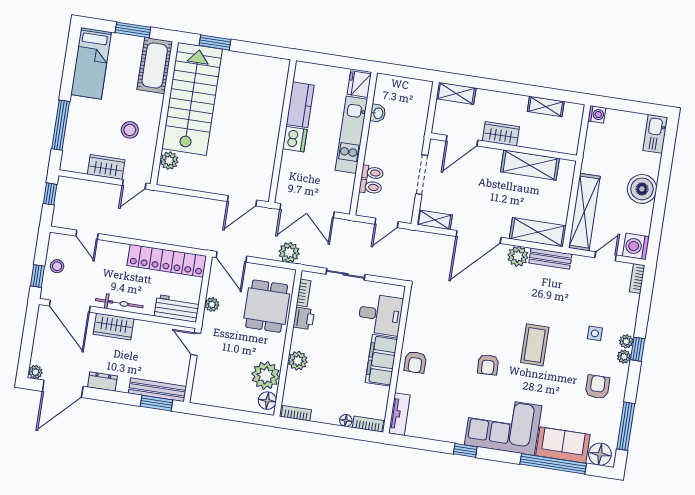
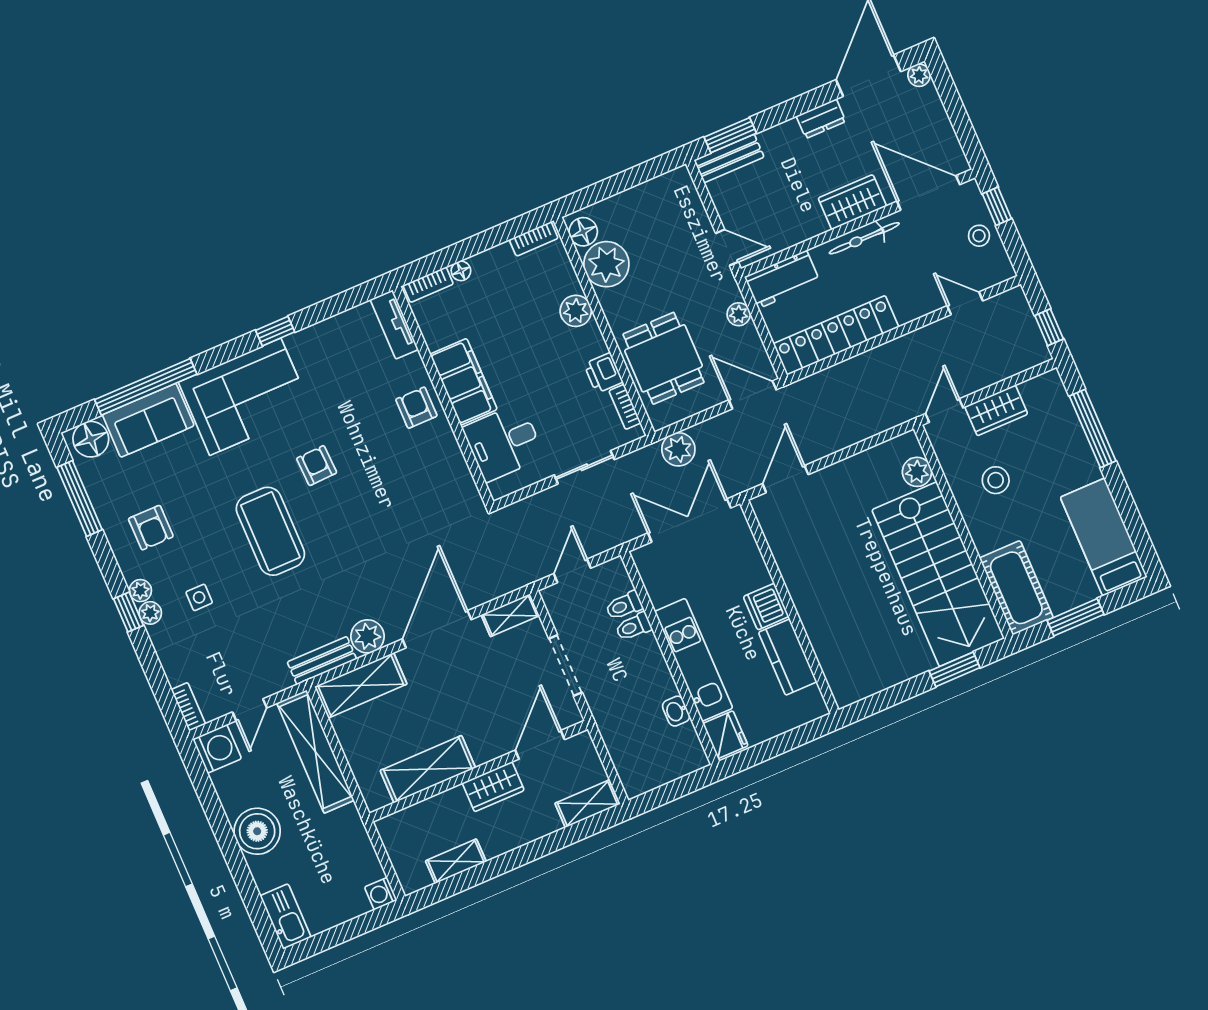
coffee table: (535, 345) -> (270, 531), width x1.36, depth x1.32
bench: (157, 390) -> (729, 159), width x0.73

